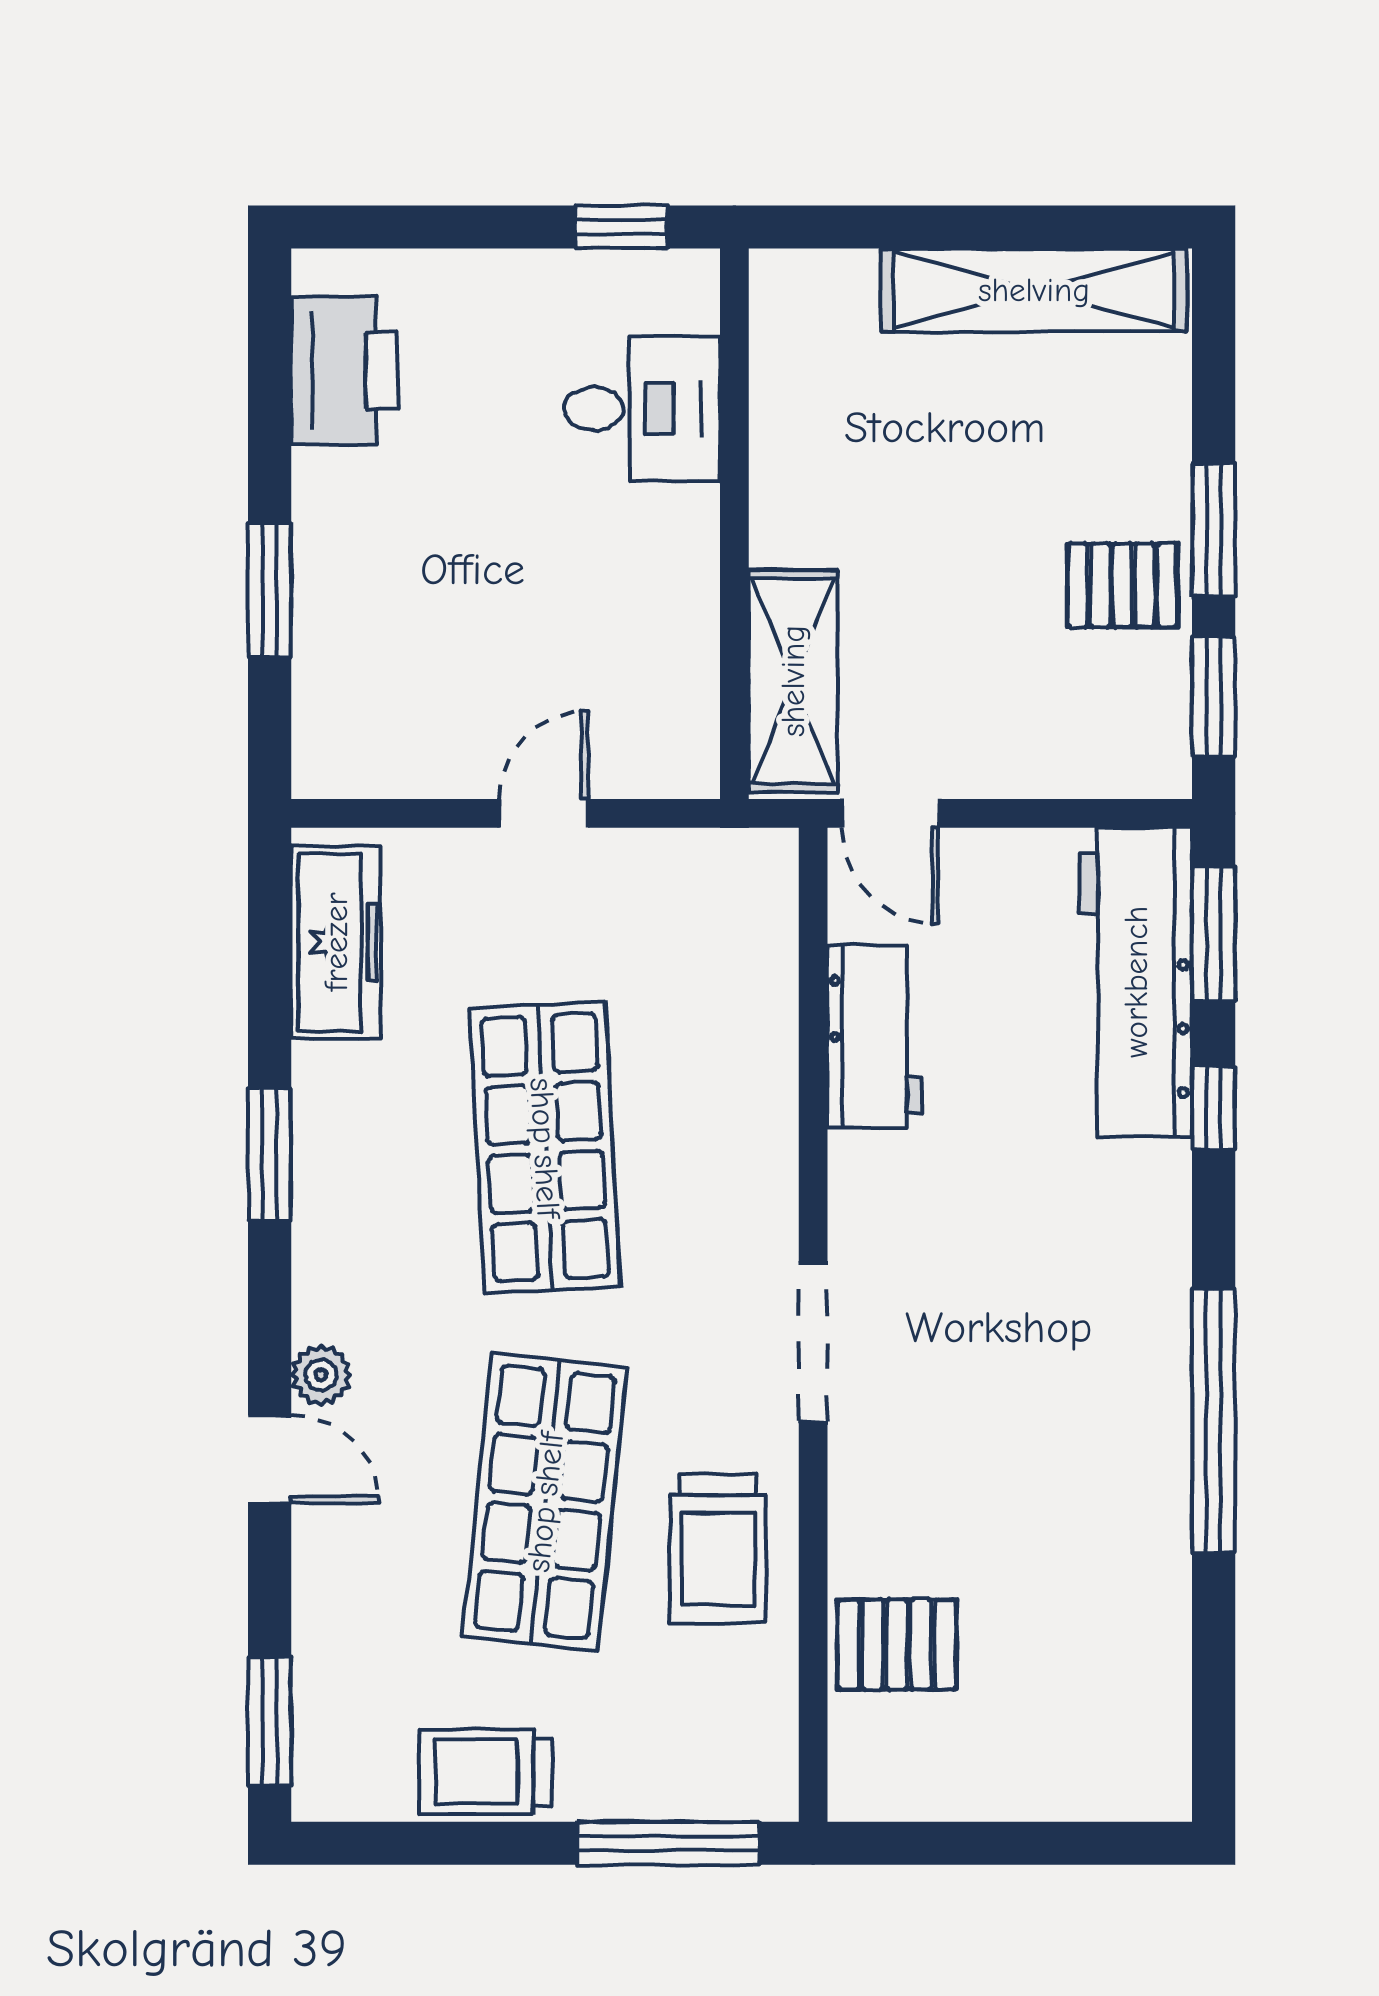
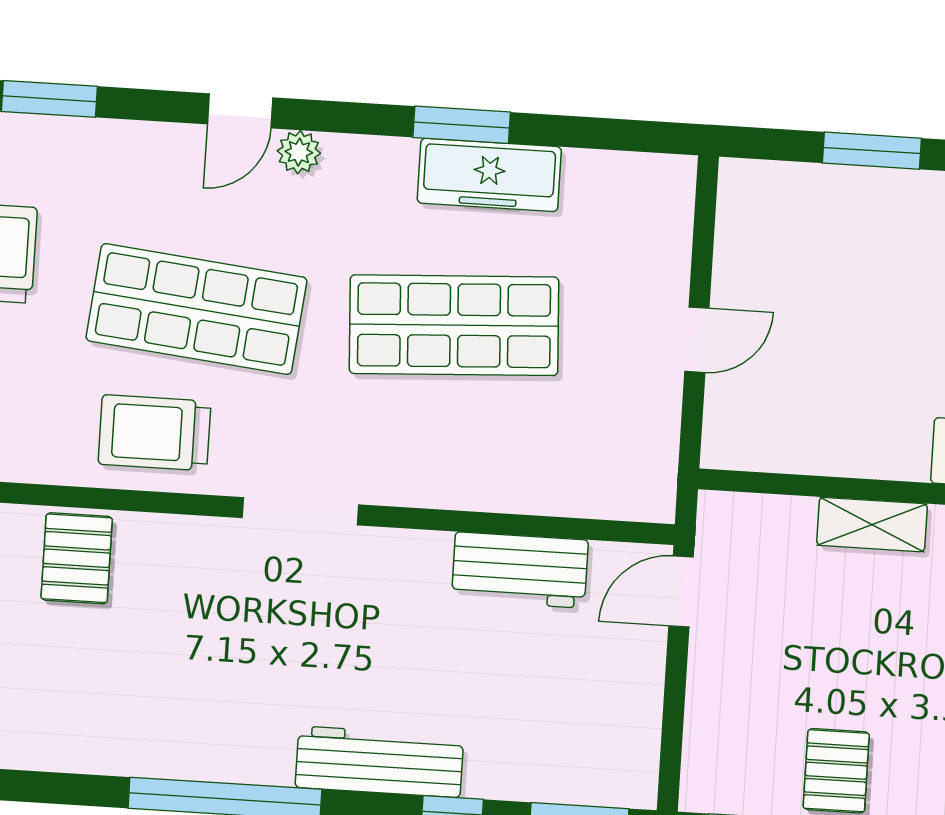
shelving: (793, 681) -> (872, 525), moved, width x0.67, depth x0.75
door: (544, 813) -> (697, 340), hinge flipped
freezer: (336, 942) -> (489, 175), moved
workbench: (1136, 982) -> (379, 762), moved, width x0.73, depth x0.76

